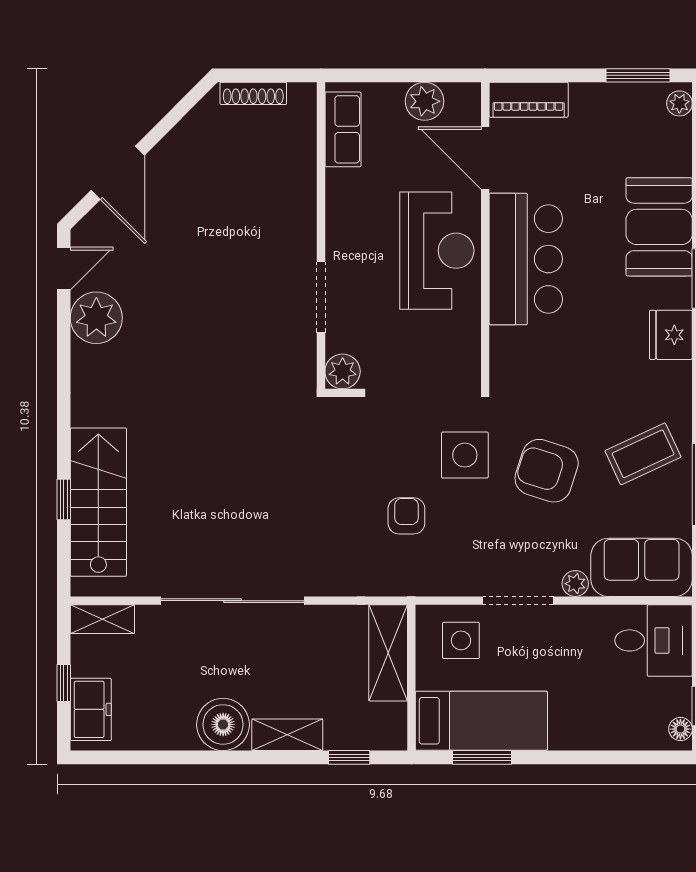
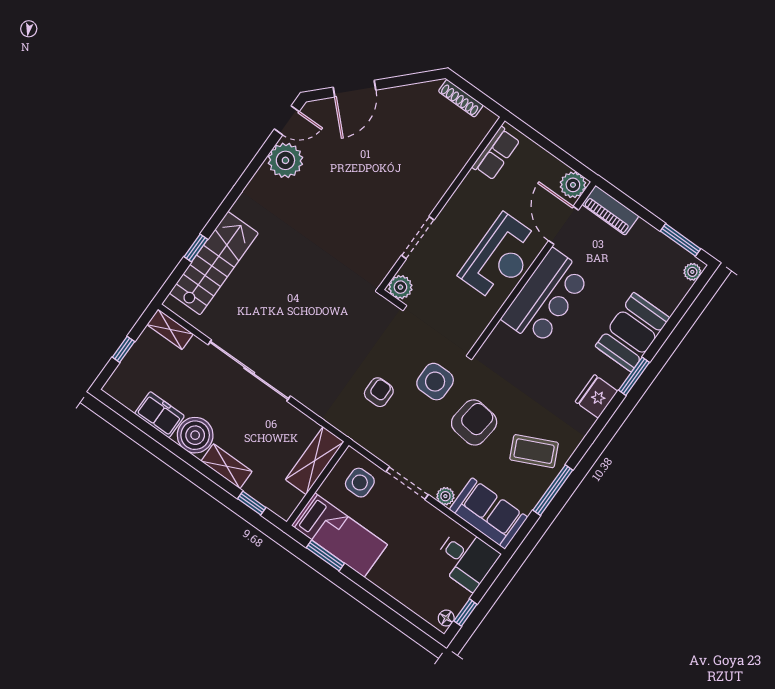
plant: (425, 101) -> (573, 185), moved
armchair: (547, 471) -> (474, 422), turned 79
freezer: (91, 709) -> (159, 415), moved, turned -90

